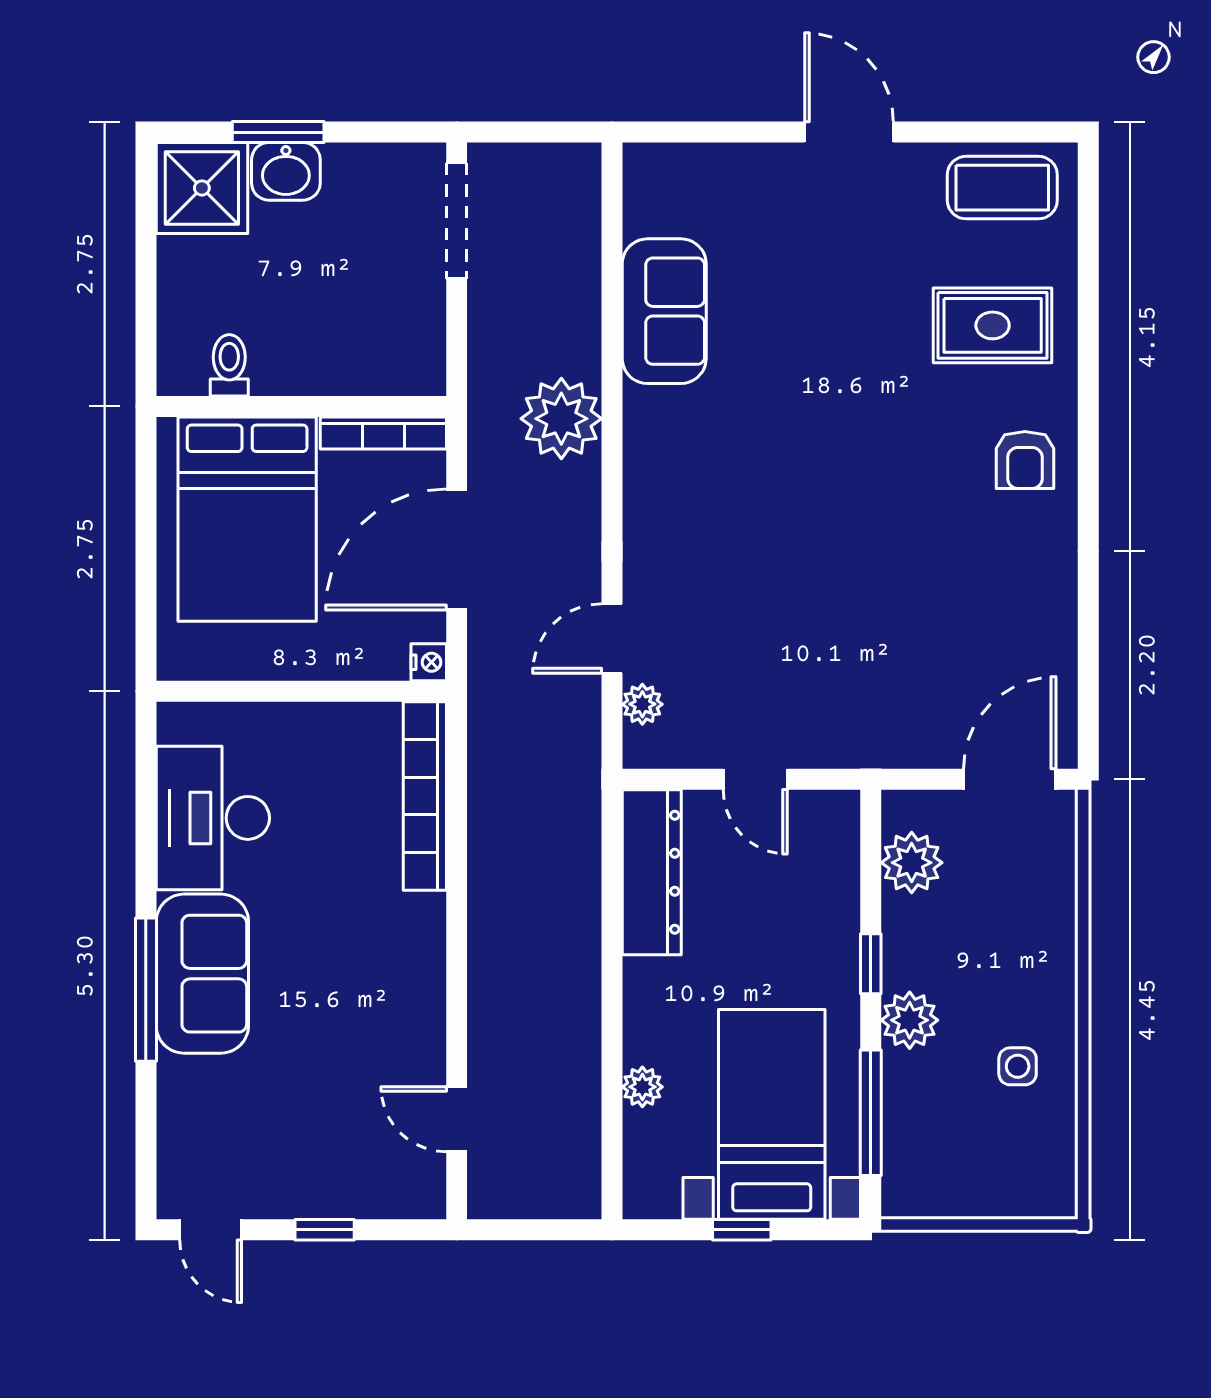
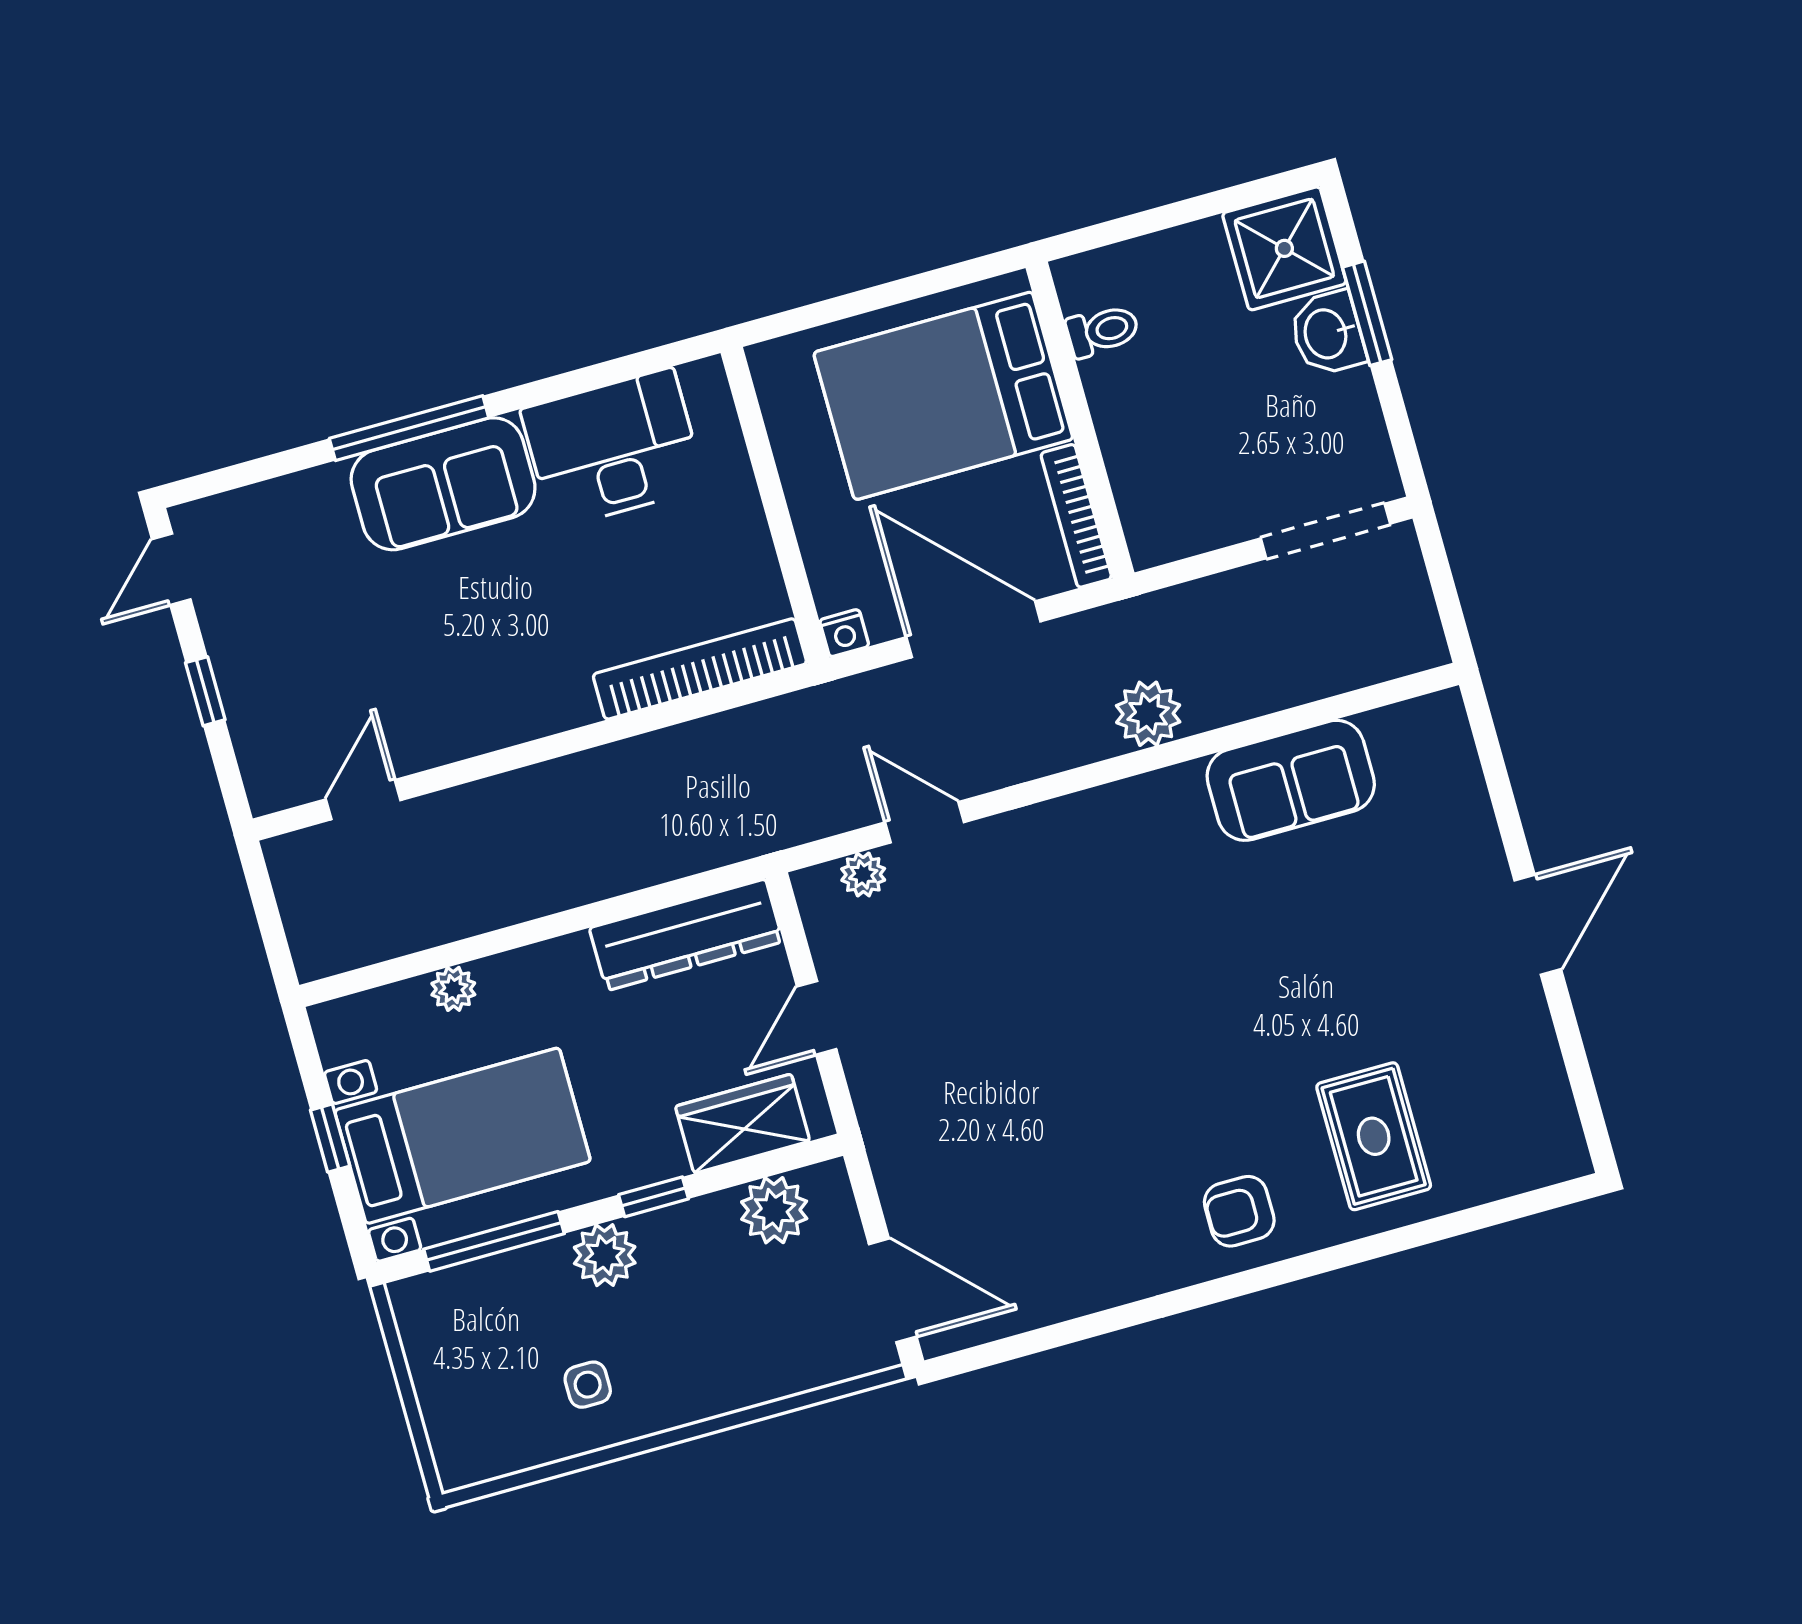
coffee table: (1002, 188) -> (1524, 1106), removed
plant: (561, 419) -> (1148, 714), width x0.73, depth x0.73
wardrobe: (829, 869) -> (743, 1124), added

